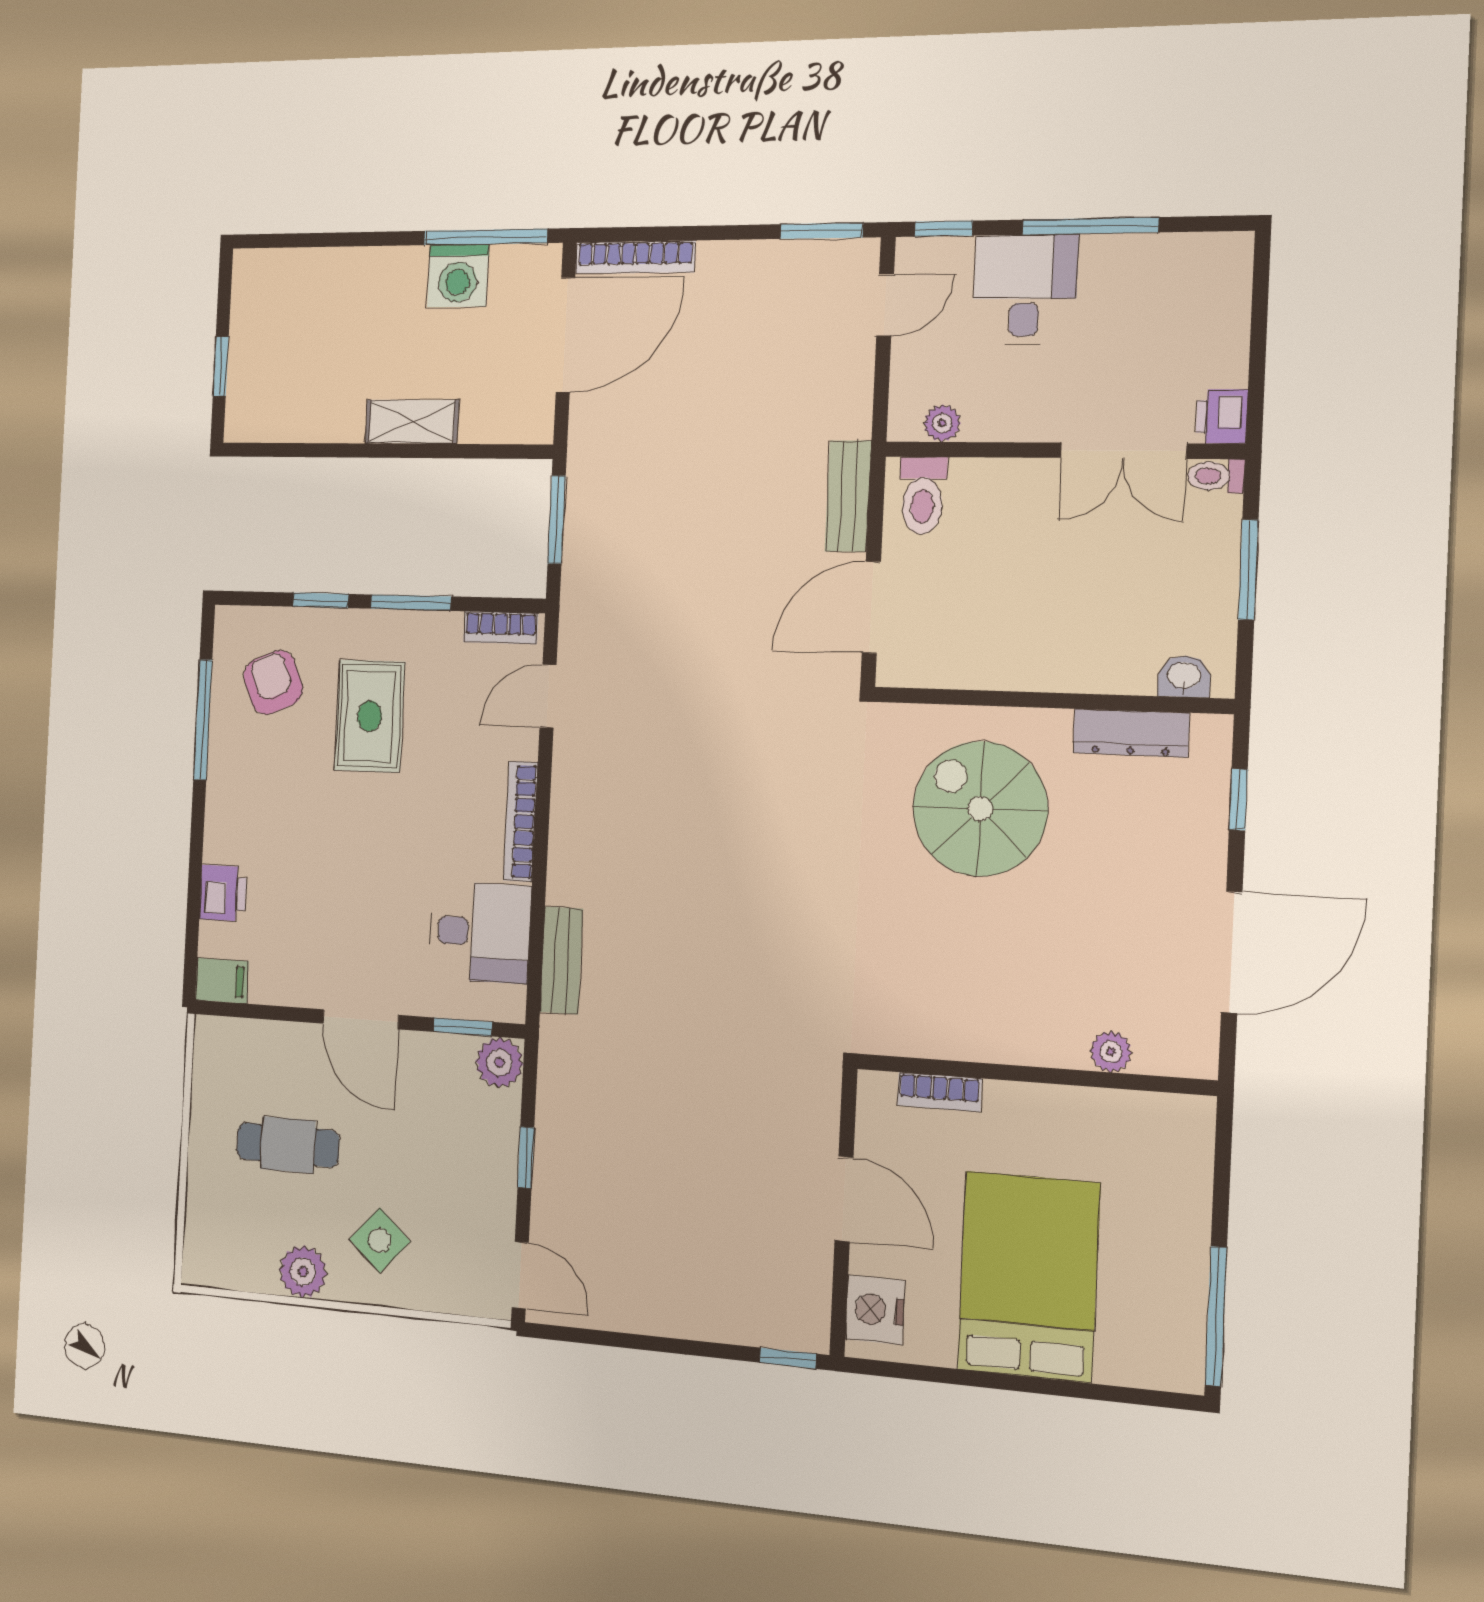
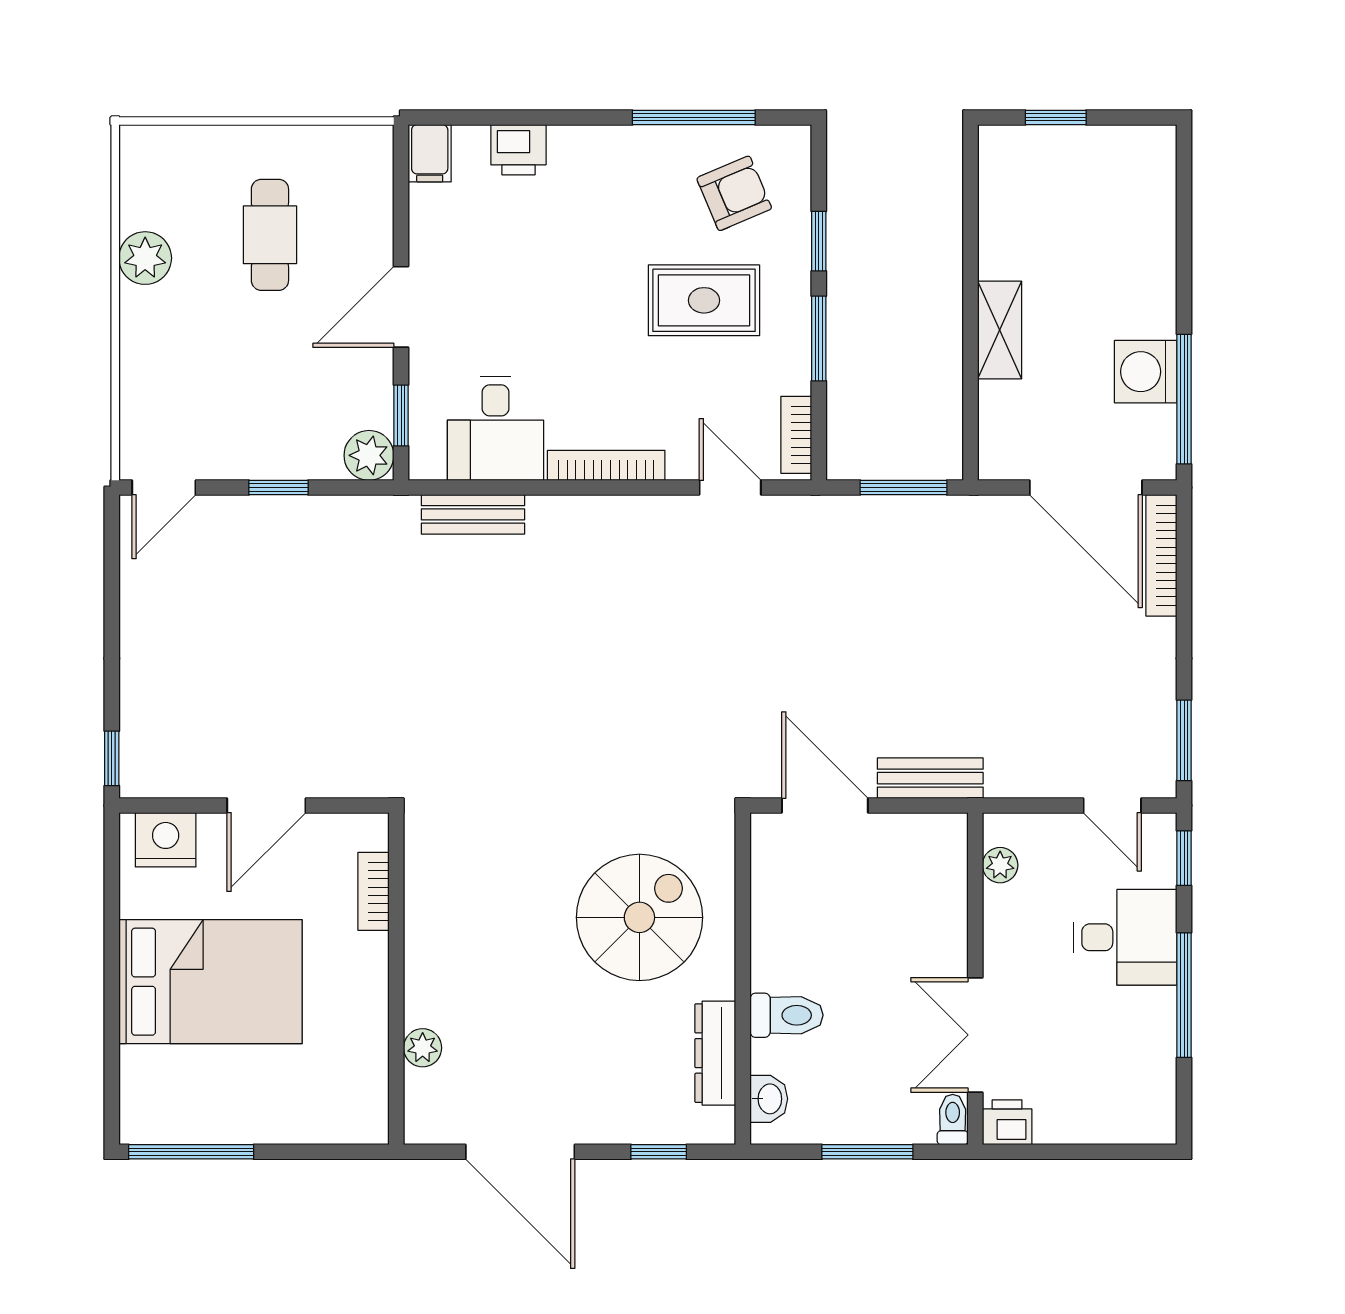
toilet: (923, 496) -> (786, 1015), moved, turned 180
side table: (380, 1240) -> (184, 339), removed

